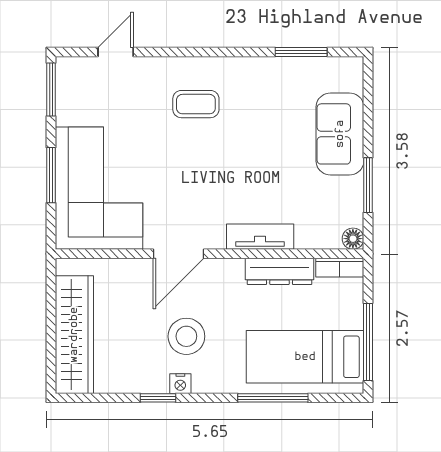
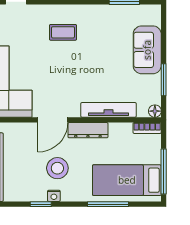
tv unit: (260, 237) -> (109, 110), width x1.41
dresser: (279, 271) -> (88, 130), moved

